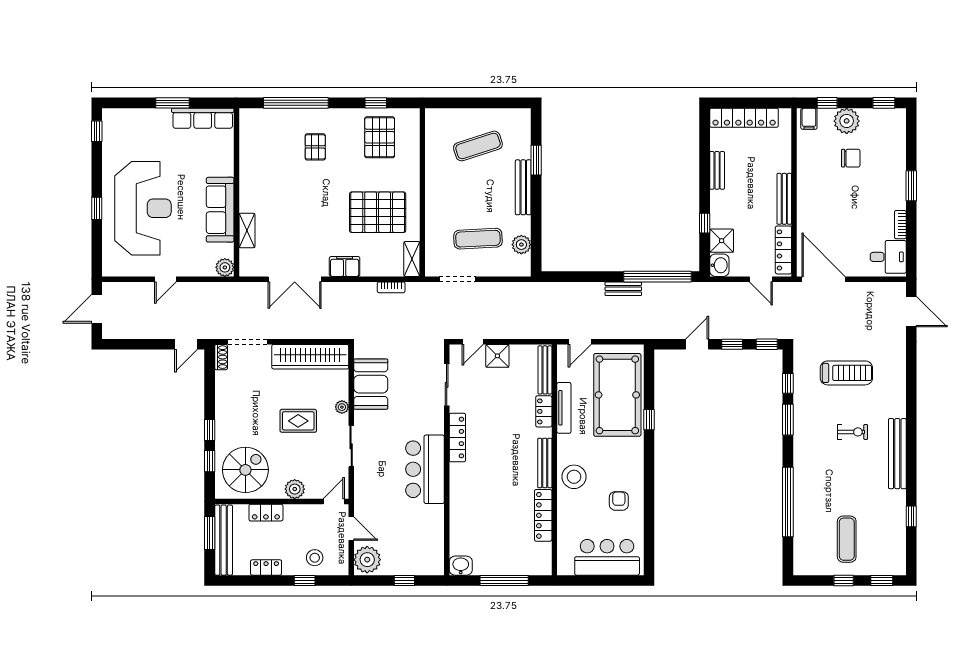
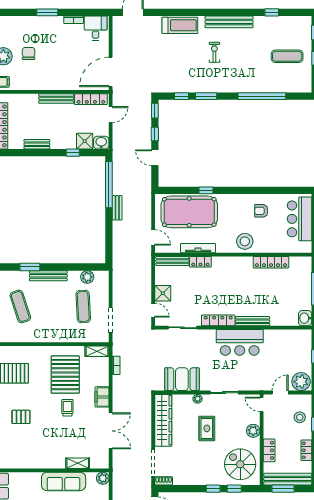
trolley: (329, 215) -> (67, 408), added
treadmill: (846, 373) -> (180, 25), moved, turned 90
bench: (545, 463) -> (253, 321), moved

